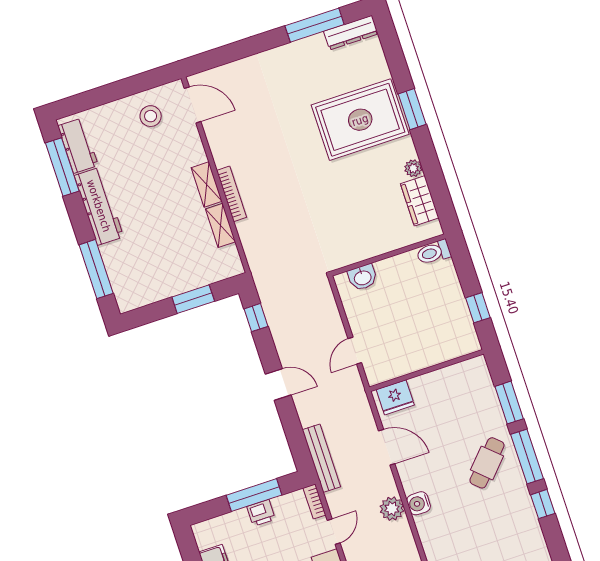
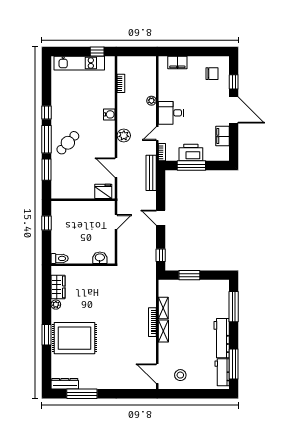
water cooler: (419, 503) -> (109, 114), moved
printer: (261, 513) -> (191, 153), width x1.87, depth x1.48

